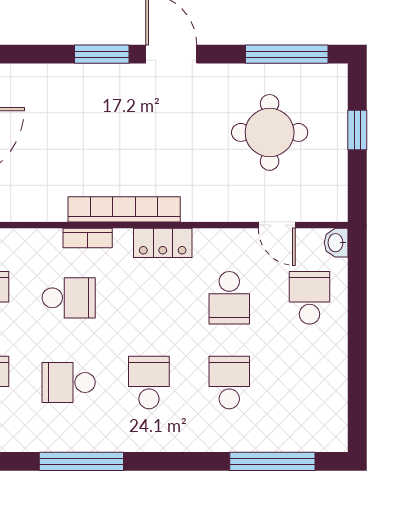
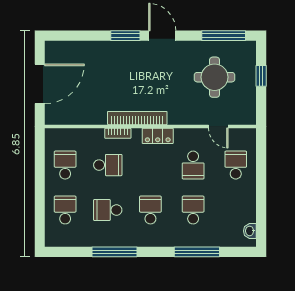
washbasin: (336, 243) -> (250, 231), moved
window: (272, 461) -> (197, 252), moved

